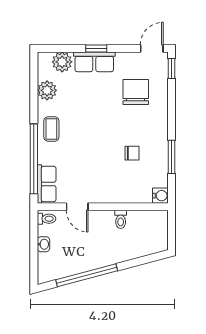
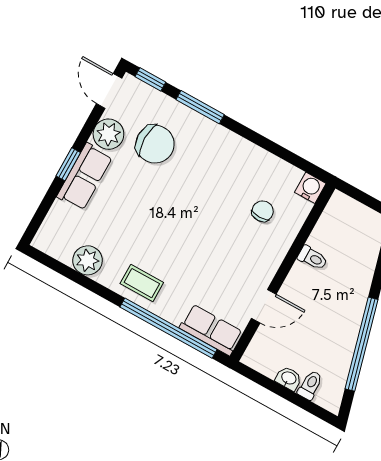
plant: (62, 62) -> (108, 134), moved
chair: (136, 92) -> (155, 144), turned 180
chair: (132, 153) -> (263, 211), moved
window: (172, 157) -> (200, 107), moved
toilet: (47, 219) -> (310, 385), moved

